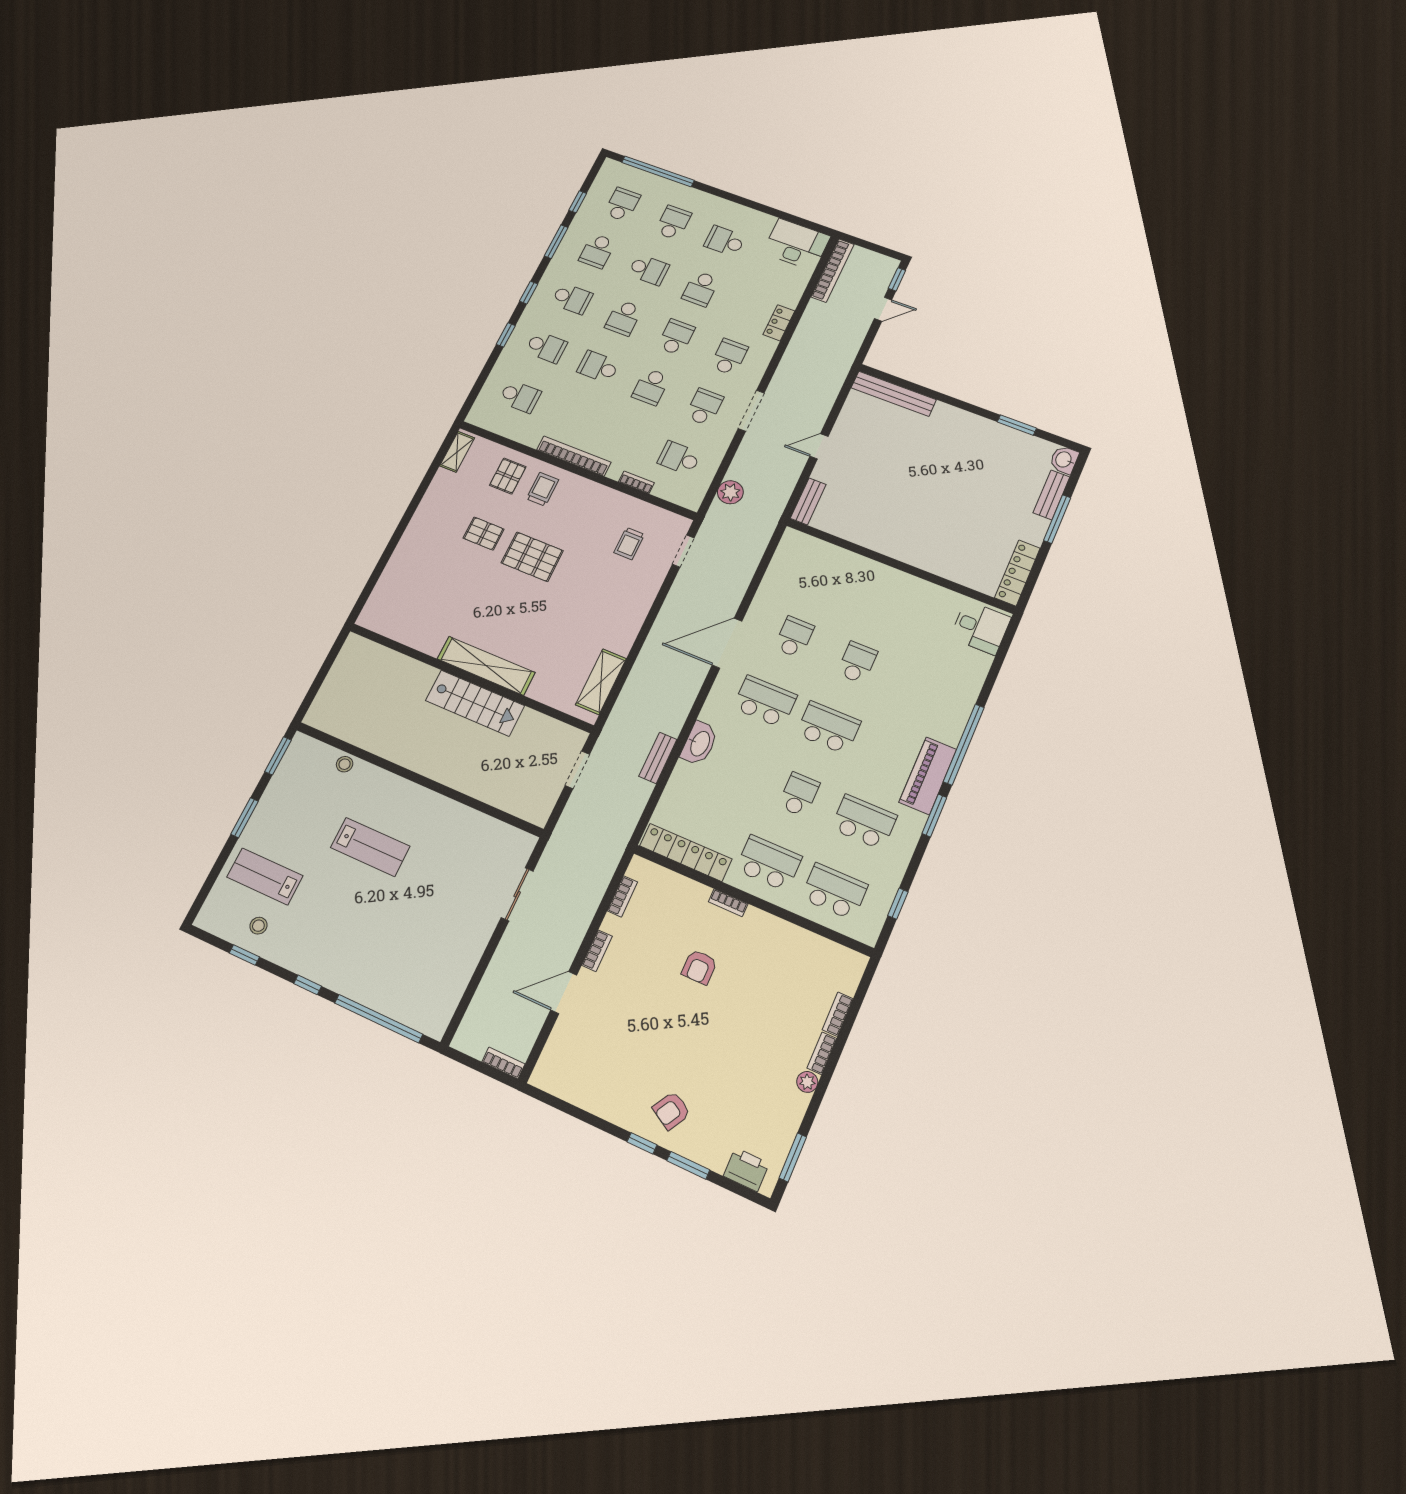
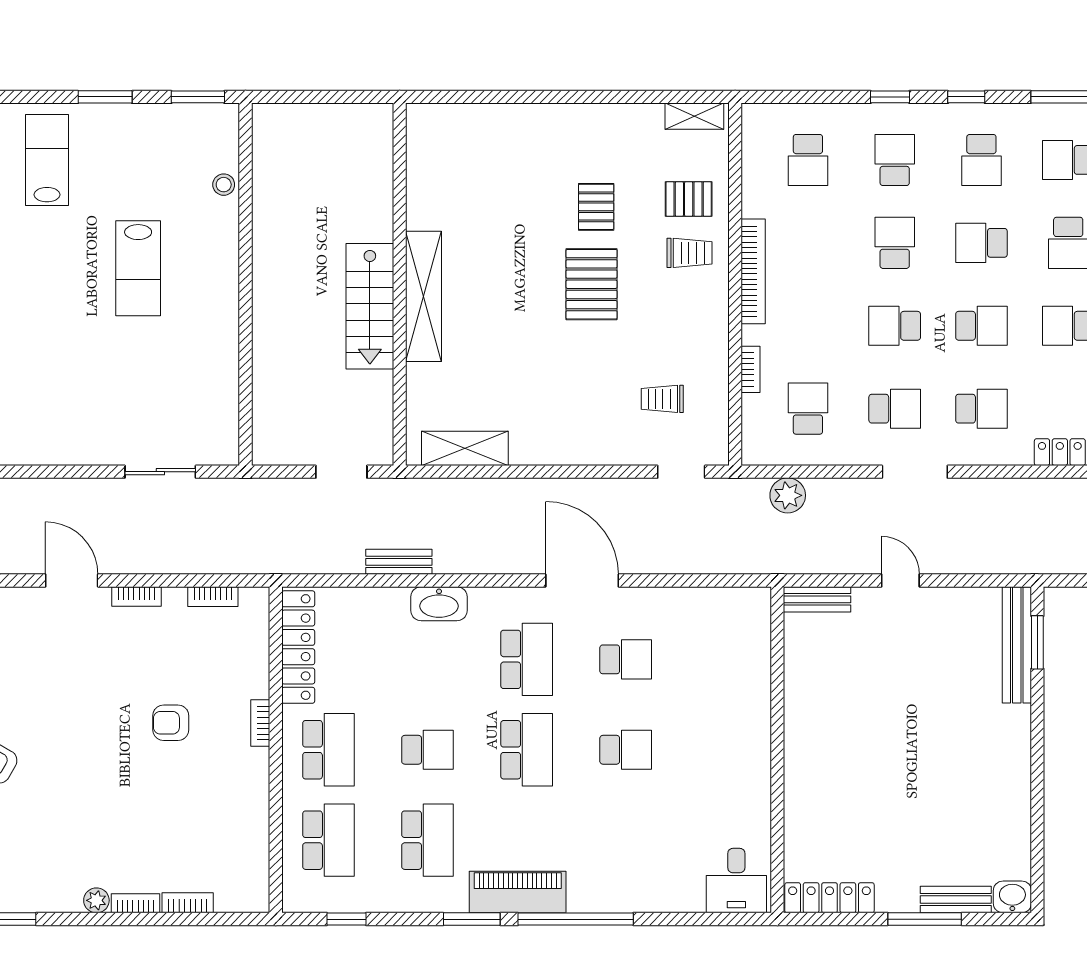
school desk: (546, 347) -> (895, 160), turned 180
window: (1017, 425) -> (1037, 642), moved

